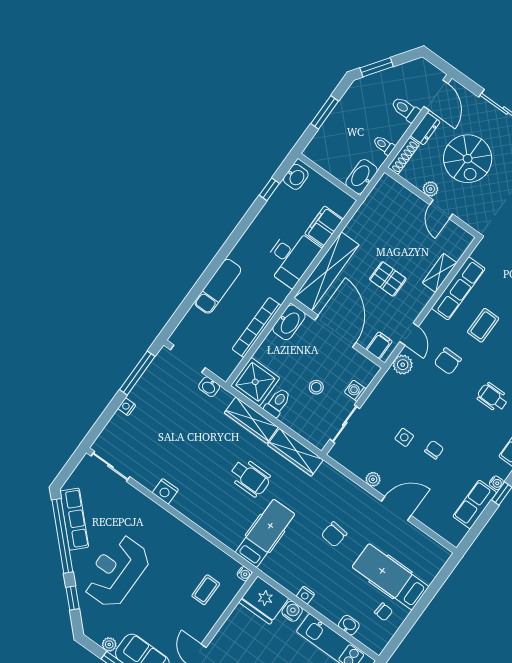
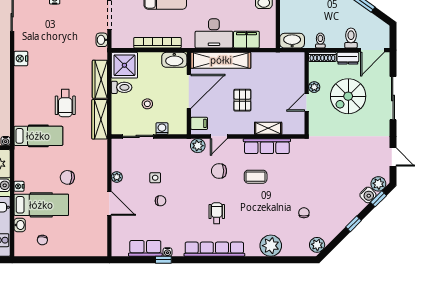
hospital bed: (391, 577) -> (41, 205), moved, turned 90

